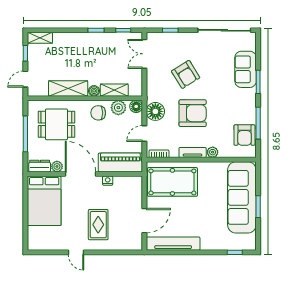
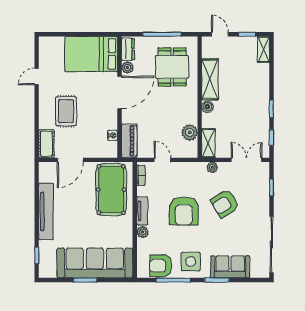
plant: (151, 86) -> (212, 167), added
shelving: (114, 90) -> (208, 143), moved
floor lamp: (136, 106) -> (191, 151), removed
side table: (241, 107) -> (191, 262), added
floor lamp: (155, 111) -> (186, 172), removed
chair: (98, 113) -> (184, 111), removed
piano: (120, 163) -> (129, 141), width x0.73, depth x0.75
nightstand: (108, 181) -> (113, 135), moved
door: (144, 221) -> (70, 160), hinge flipped
rug: (98, 225) -> (66, 111), turned 90
cot: (129, 243) -> (46, 144), added
tv unit: (173, 244) -> (46, 211), moved
door: (76, 252) -> (37, 77), moved

